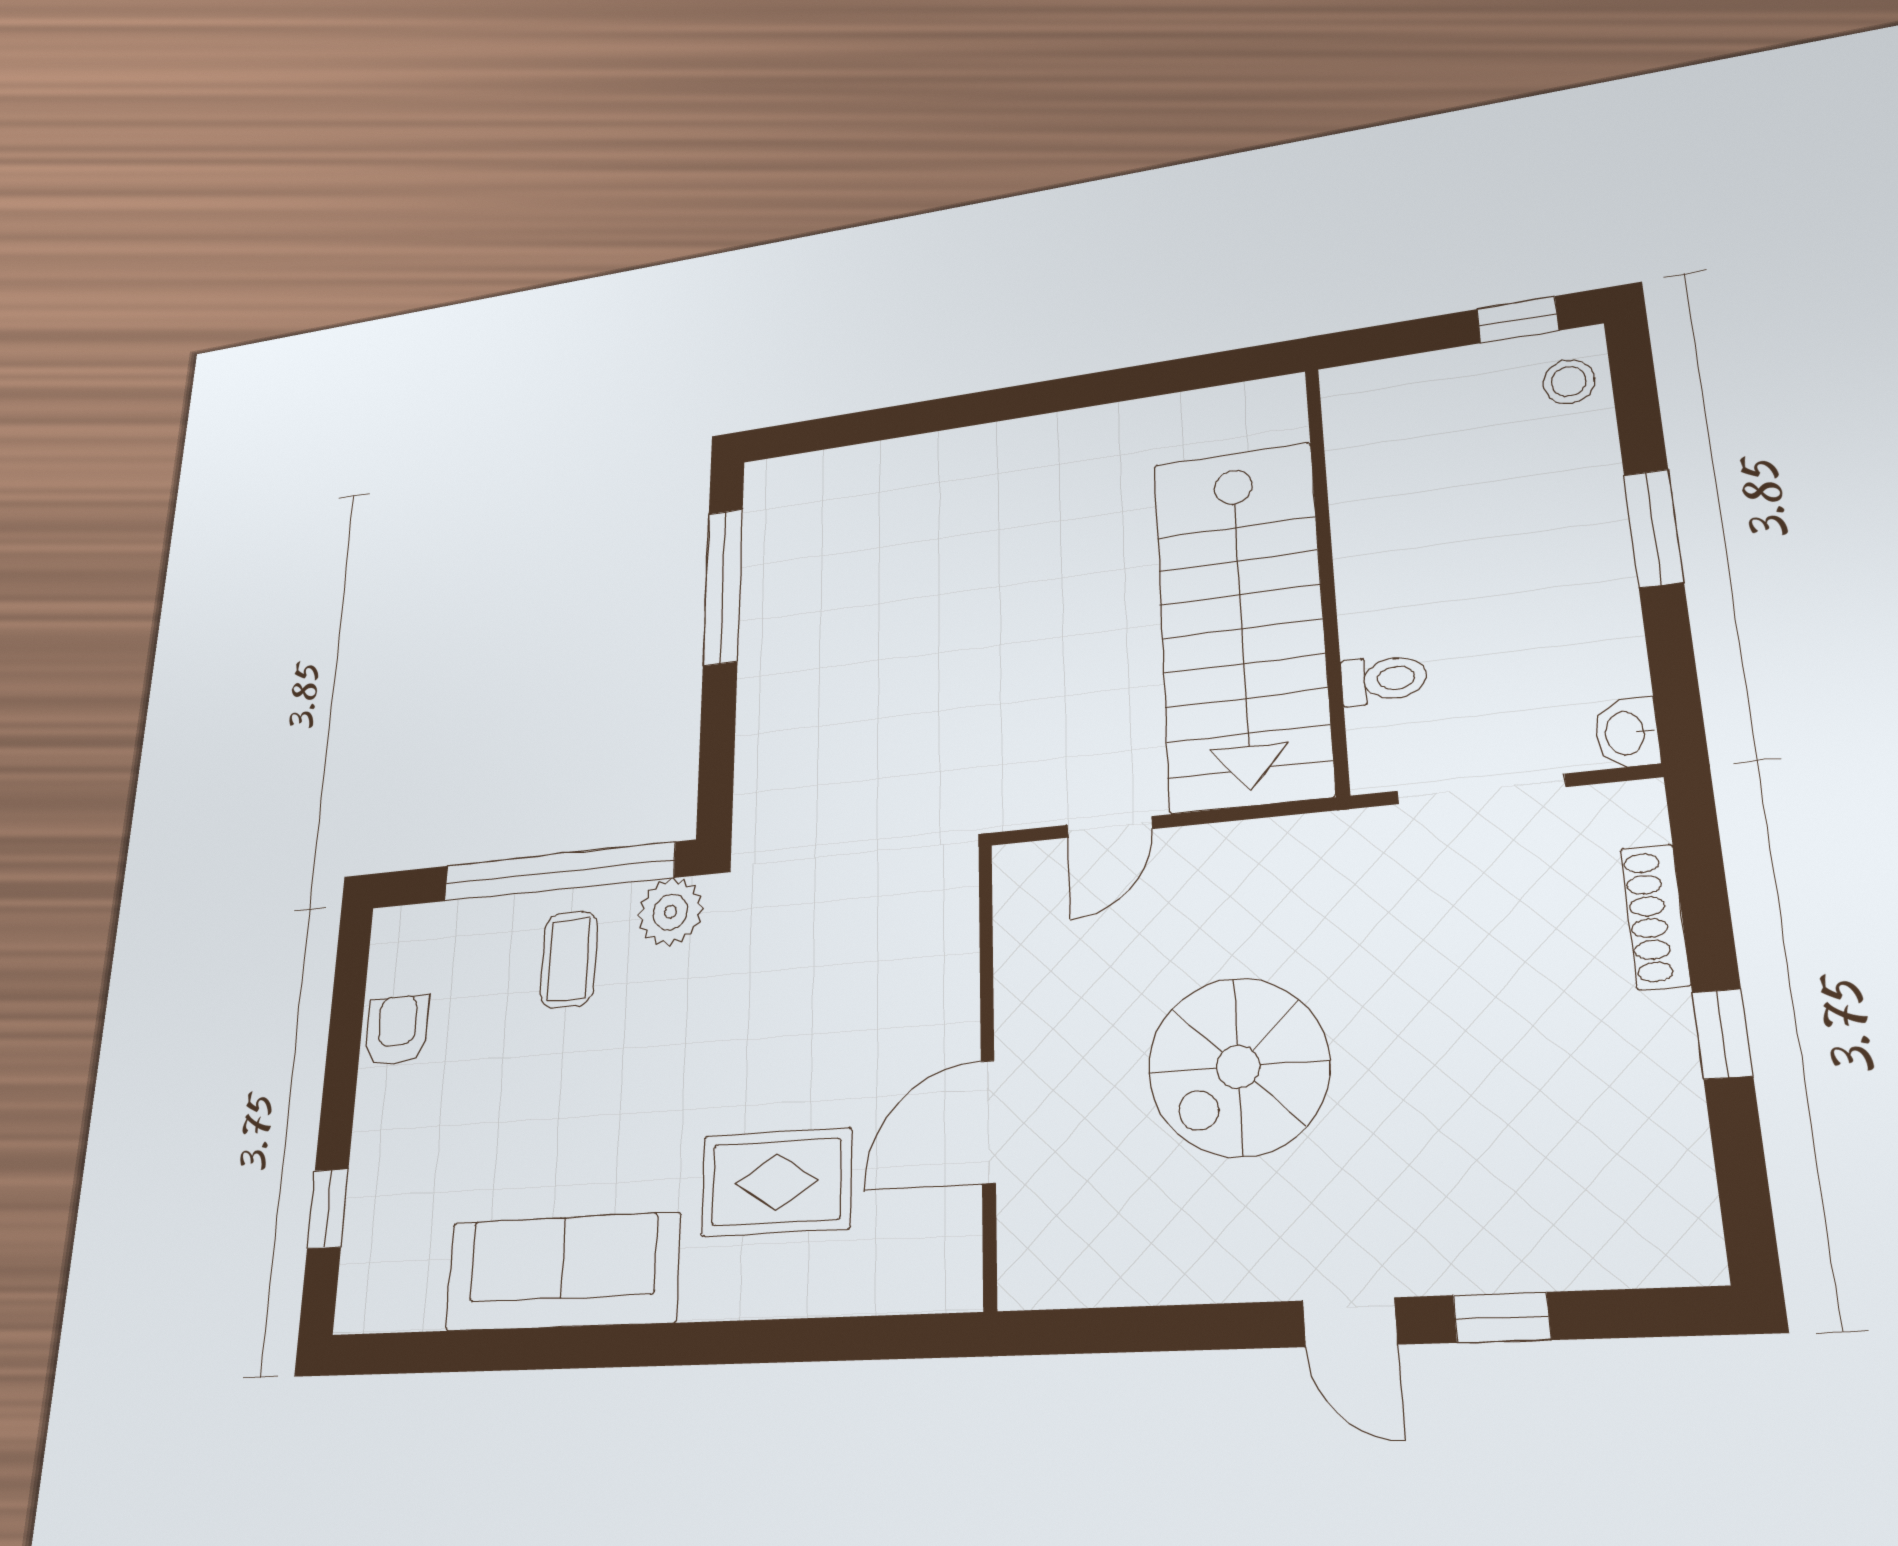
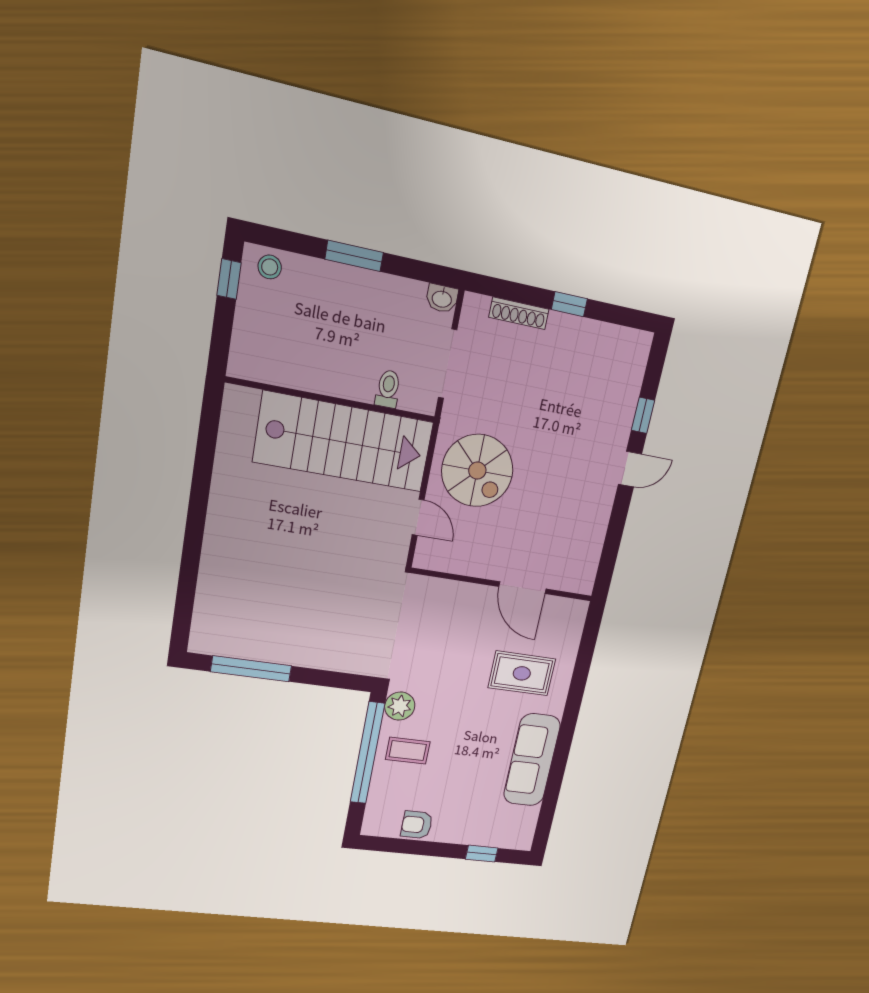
spiral stairs: (1238, 1067) -> (477, 471), moved
rug: (776, 1182) -> (522, 673), turned 90

